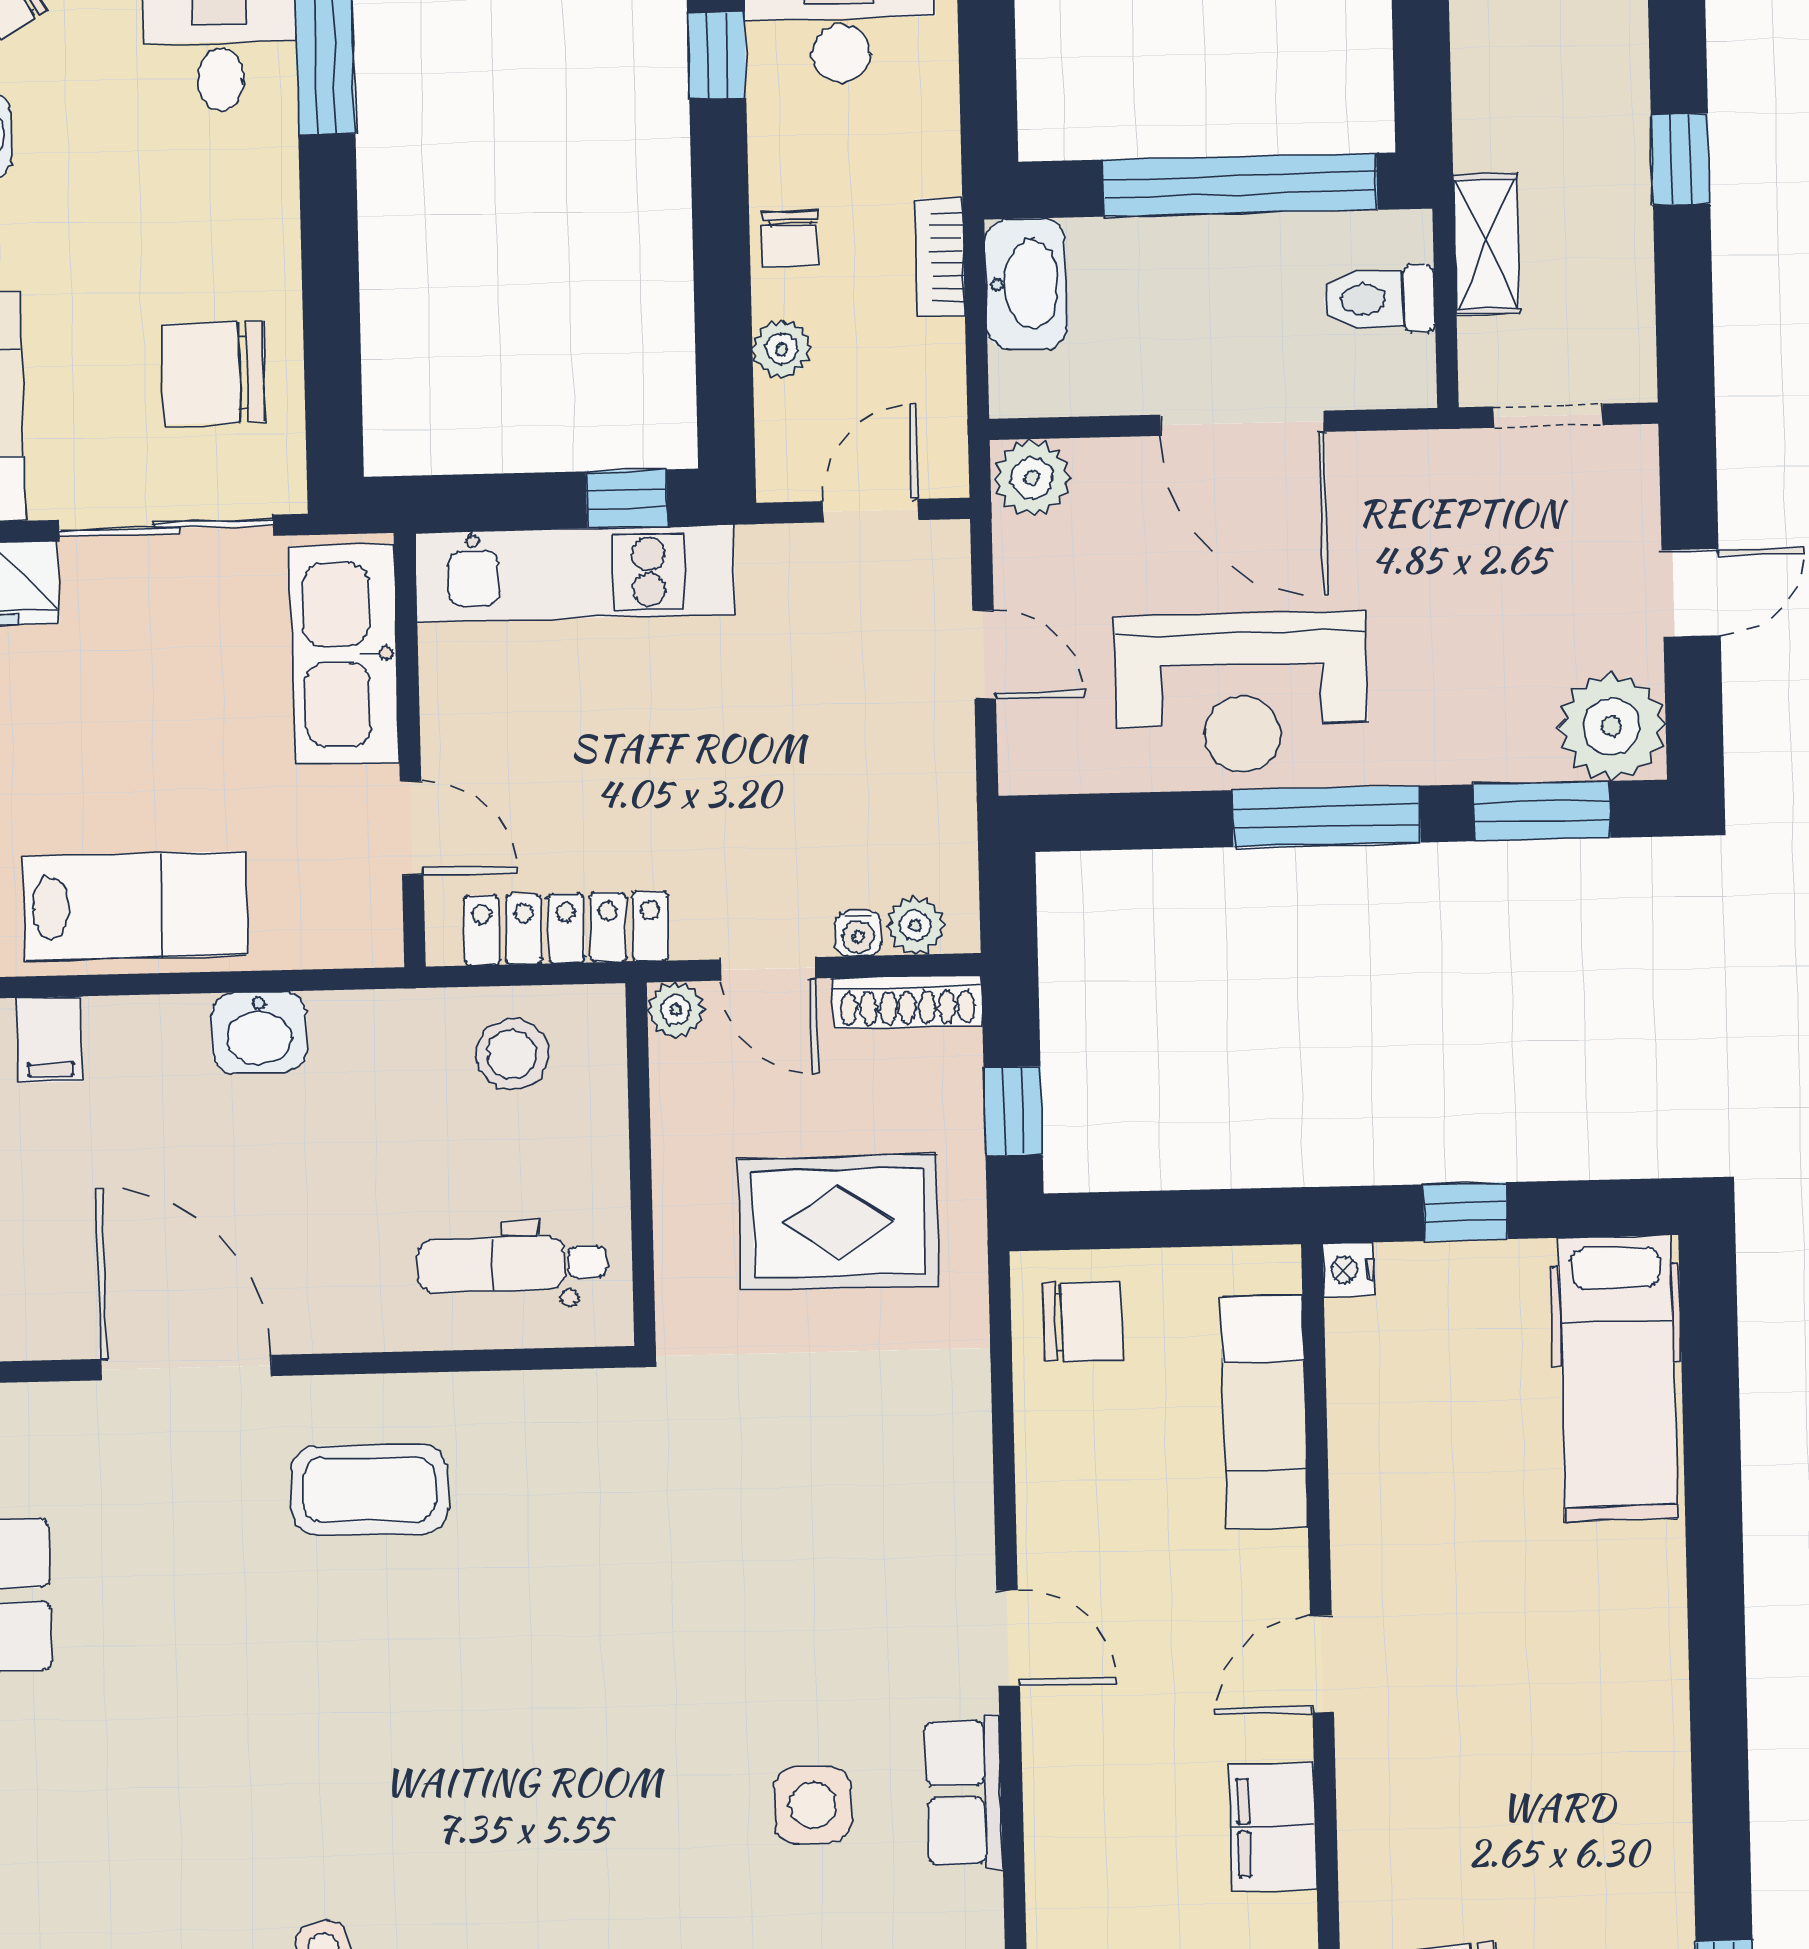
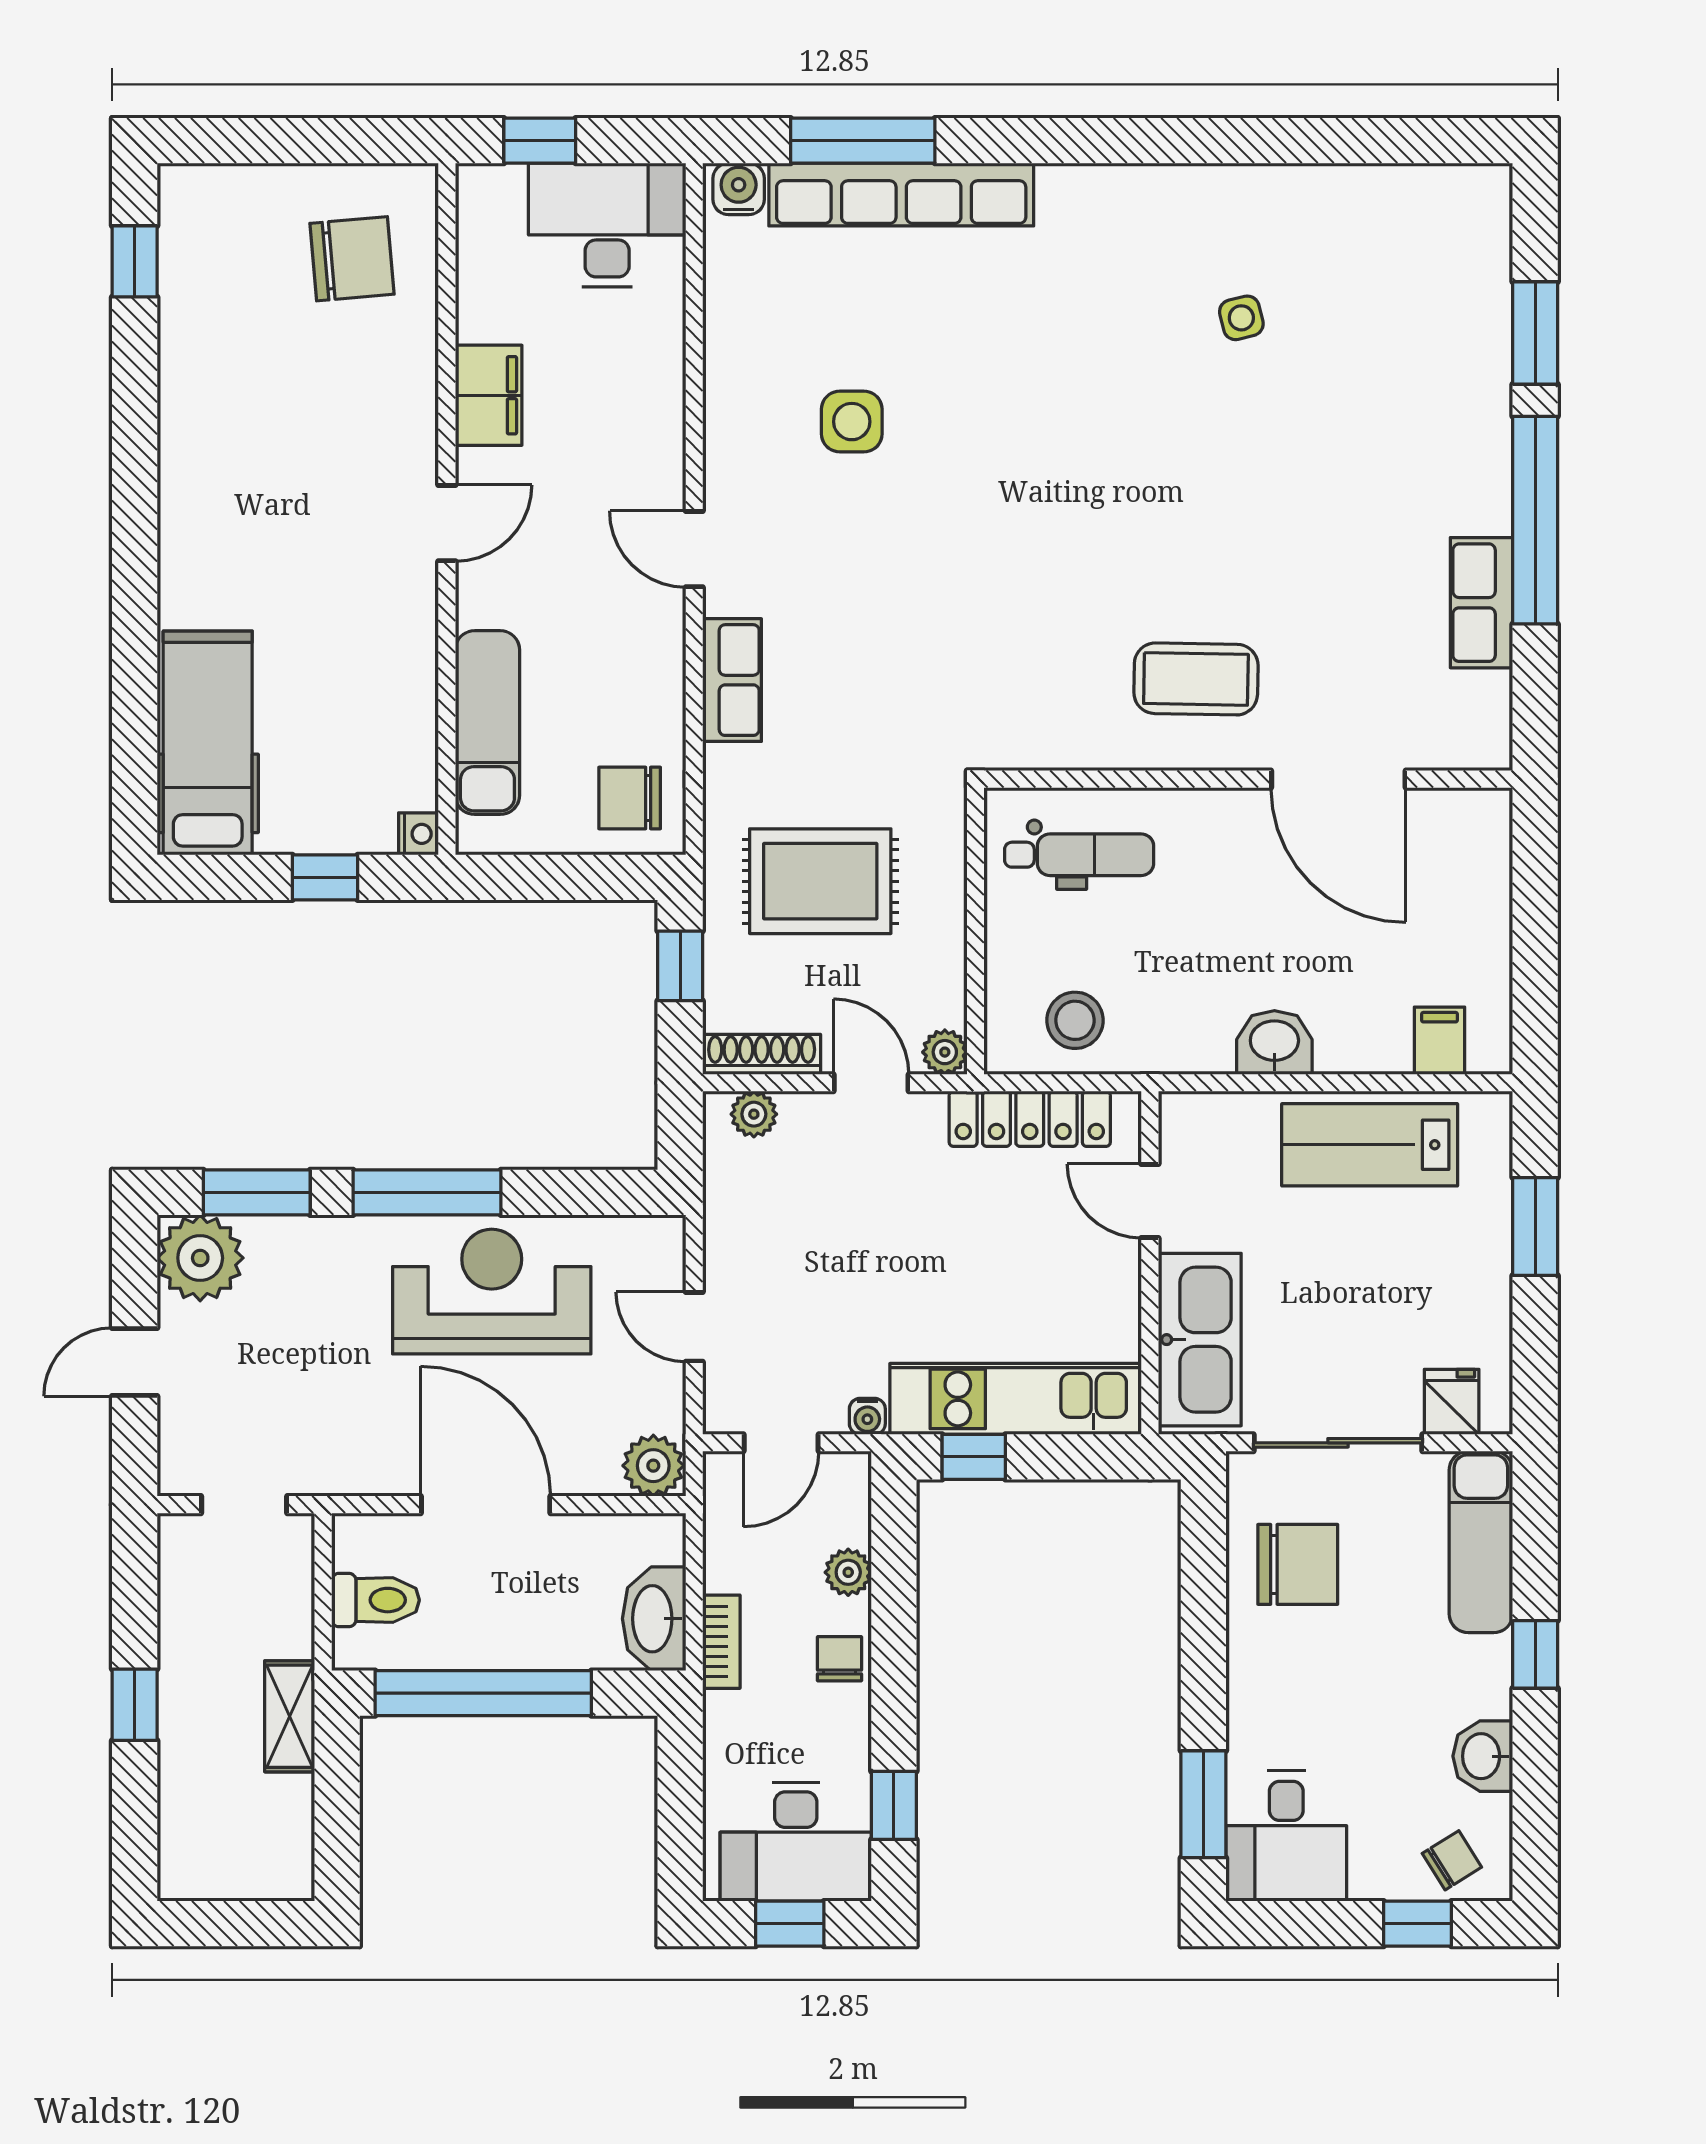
shelving: (1486, 244) -> (290, 1716), moved
water cooler: (858, 933) -> (867, 1416), moved, turned 180
row of seats: (964, 1792) -> (732, 680), moved

